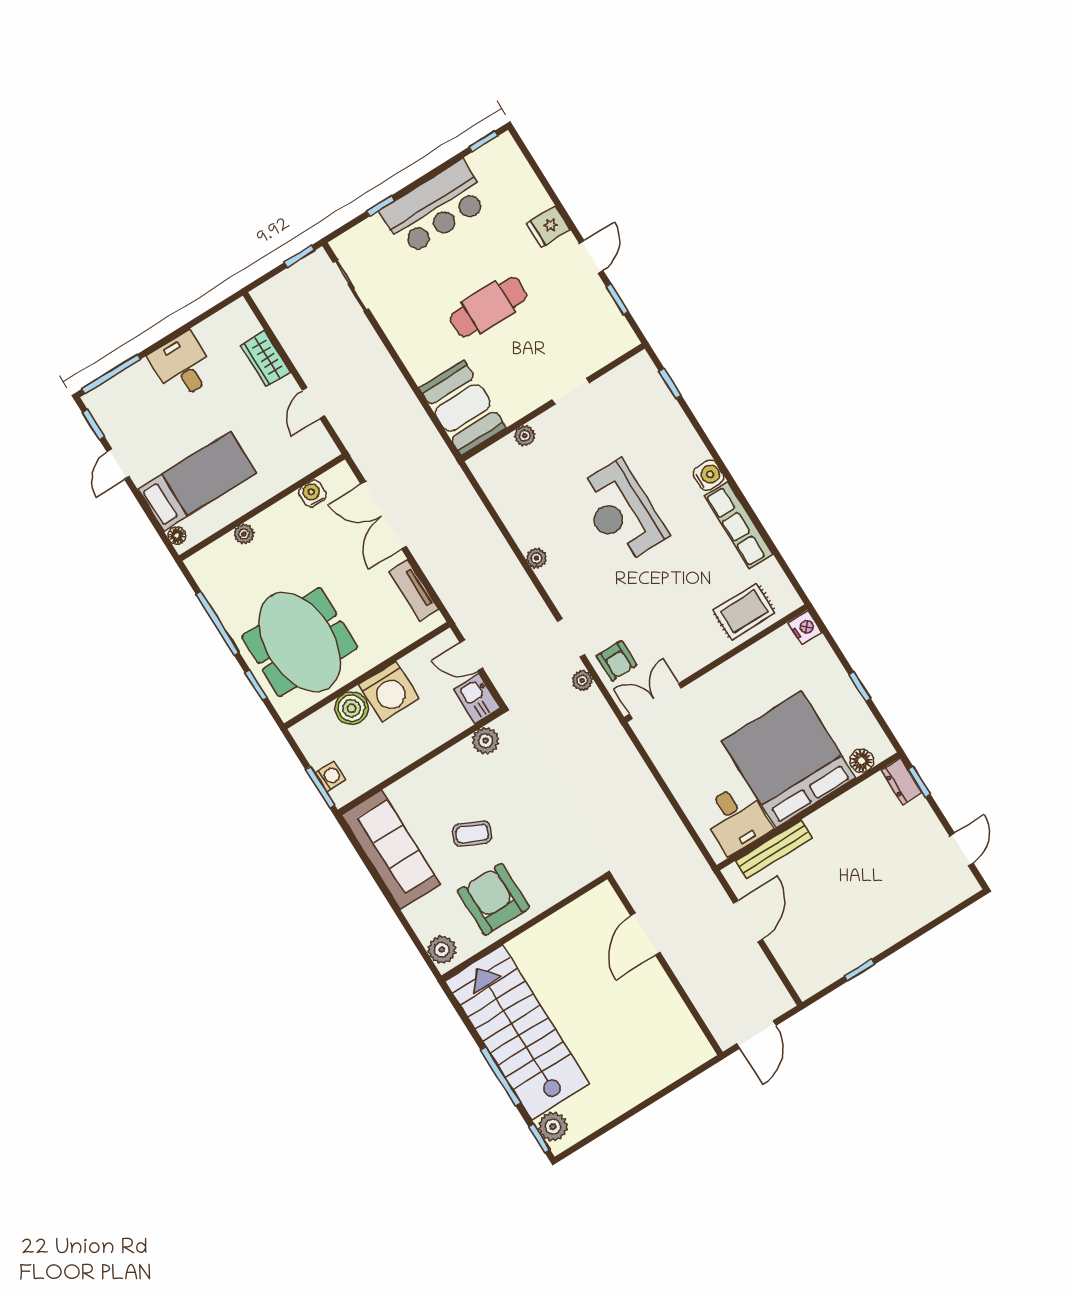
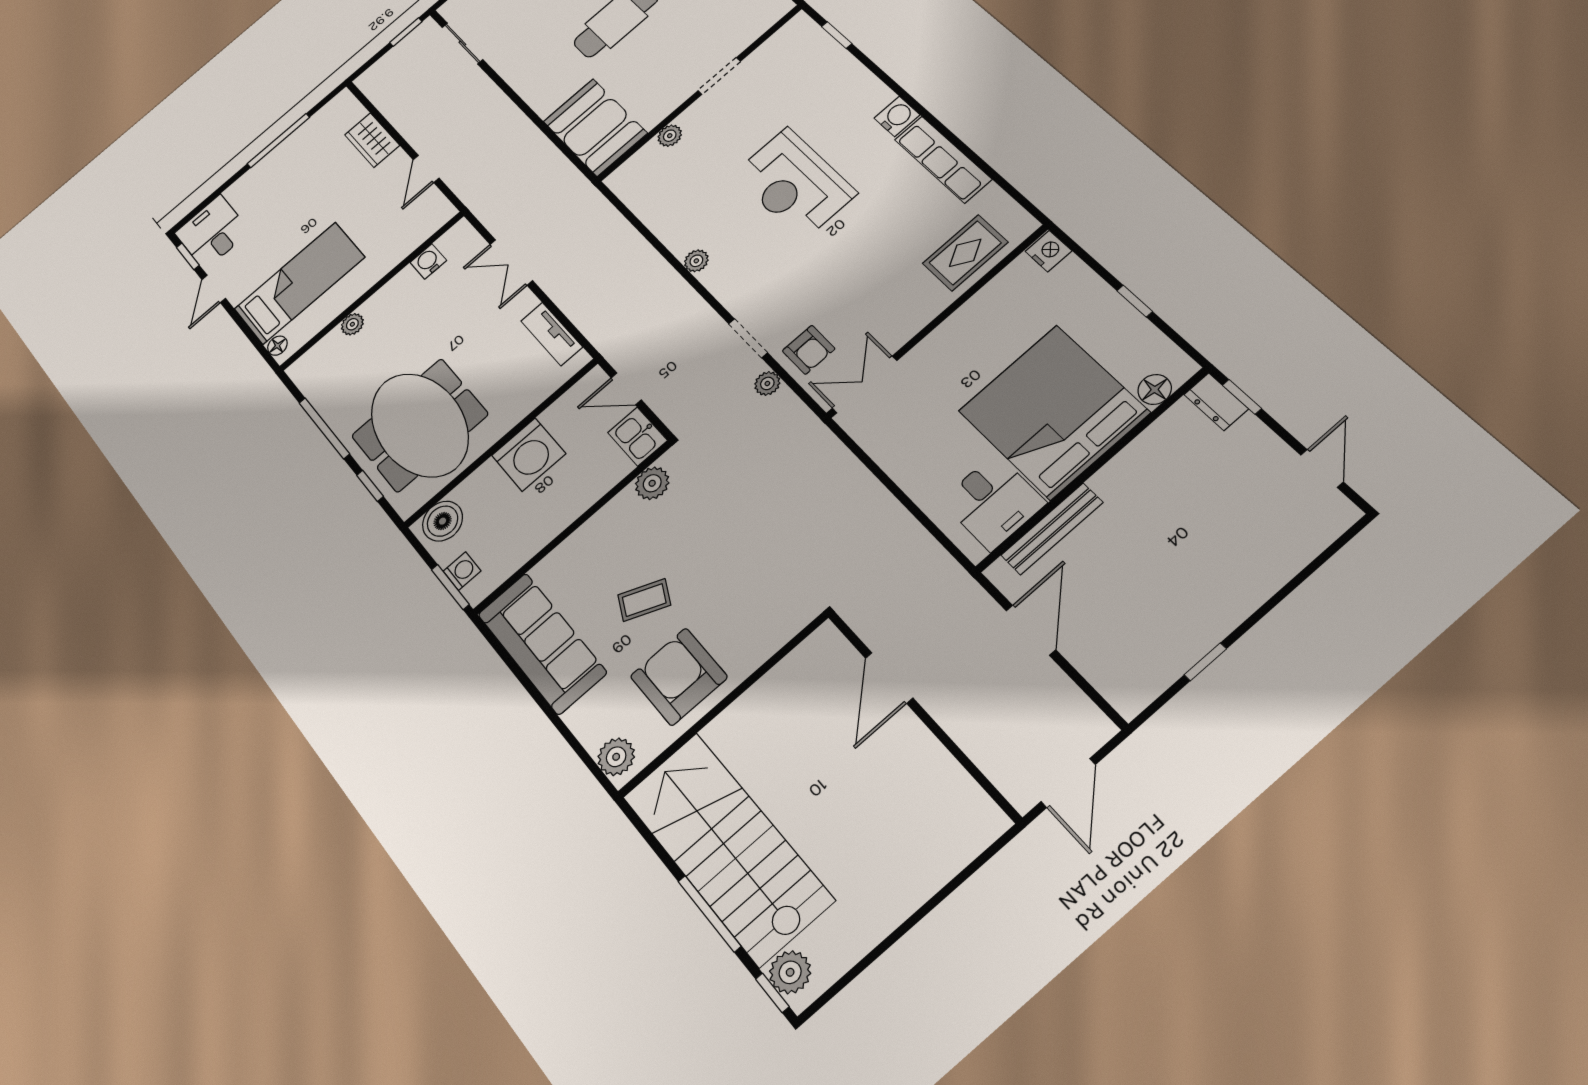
desk: (183, 366) -> (212, 232), moved
window: (111, 374) -> (278, 141), moved
double door: (384, 515) -> (511, 262), width x0.73
boiler: (352, 708) -> (443, 521), moved

